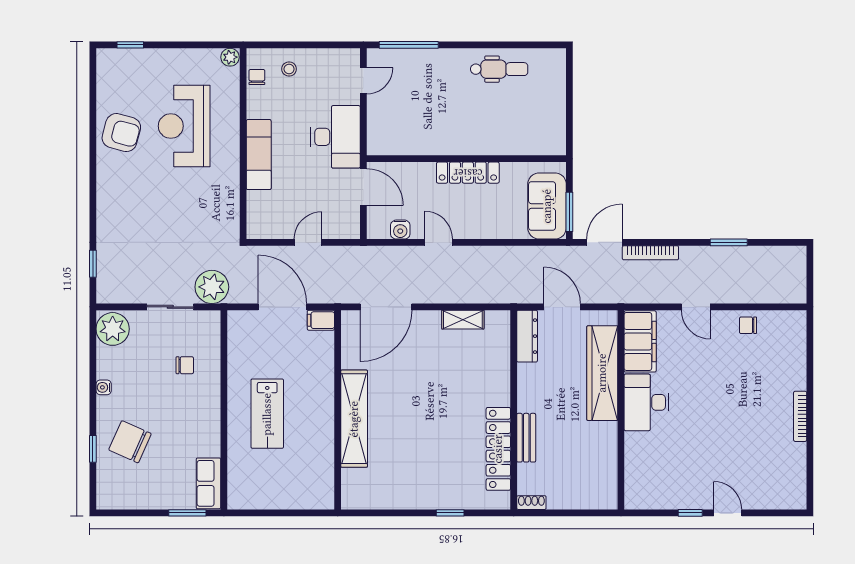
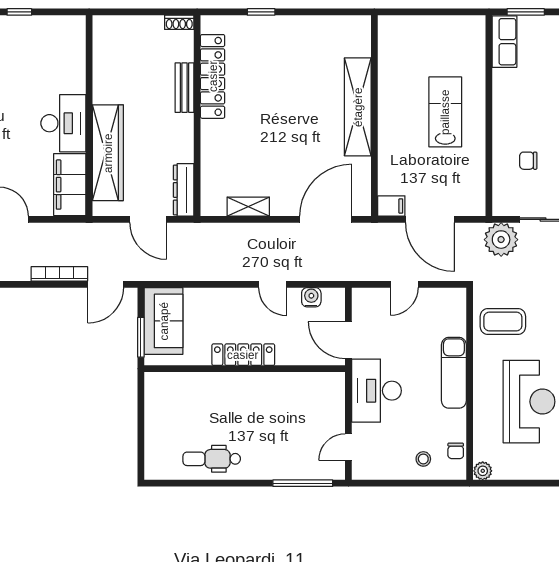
coffee table: (210, 205) -> (503, 321), added
window: (569, 212) -> (141, 337), moved

